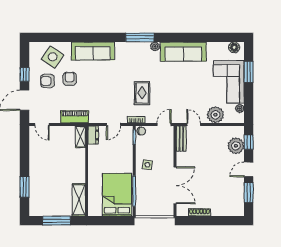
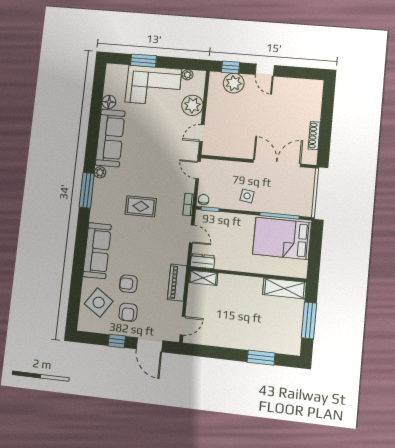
floor lamp: (234, 47) -> (109, 102), moved
rug: (142, 93) -> (141, 206), moved
bench: (181, 139) -> (218, 150), removed
window: (249, 192) -> (294, 72), removed

